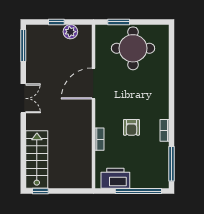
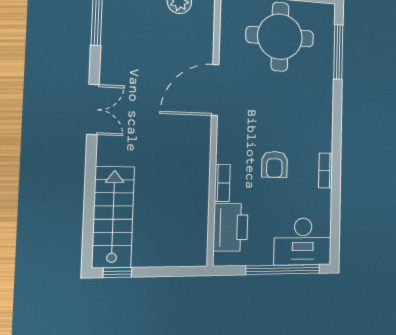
window: (171, 164) -> (338, 52), moved
desk: (151, 174) -> (303, 241), added
printer: (115, 178) -> (231, 227), moved, turned 90

